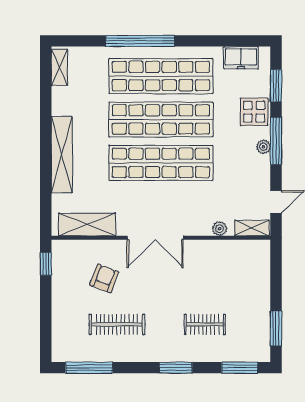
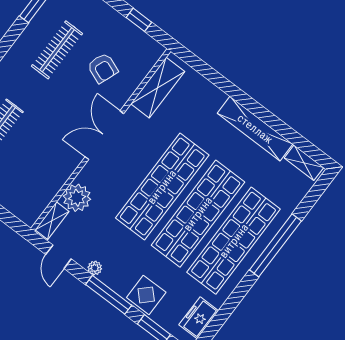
plant: (263, 147) -> (95, 268), moved
shelving: (62, 155) -> (255, 129), moved
plant: (220, 229) -> (77, 198), width x1.87, depth x1.87
window: (46, 264) -> (139, 20), moved

